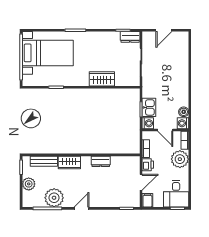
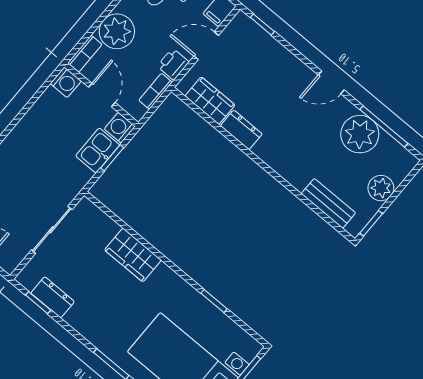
dresser: (130, 37) -> (53, 297), moved
boiler: (184, 112) -> (50, 99), removed
wardrobe: (69, 163) -> (210, 101), moved

